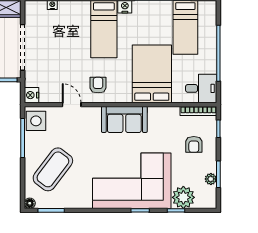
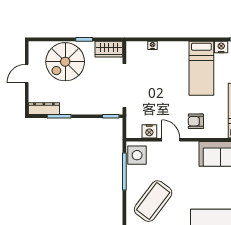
armchair: (98, 85) -> (196, 121), turned -90
nightstand: (31, 95) -> (149, 131), moved, turned -90

